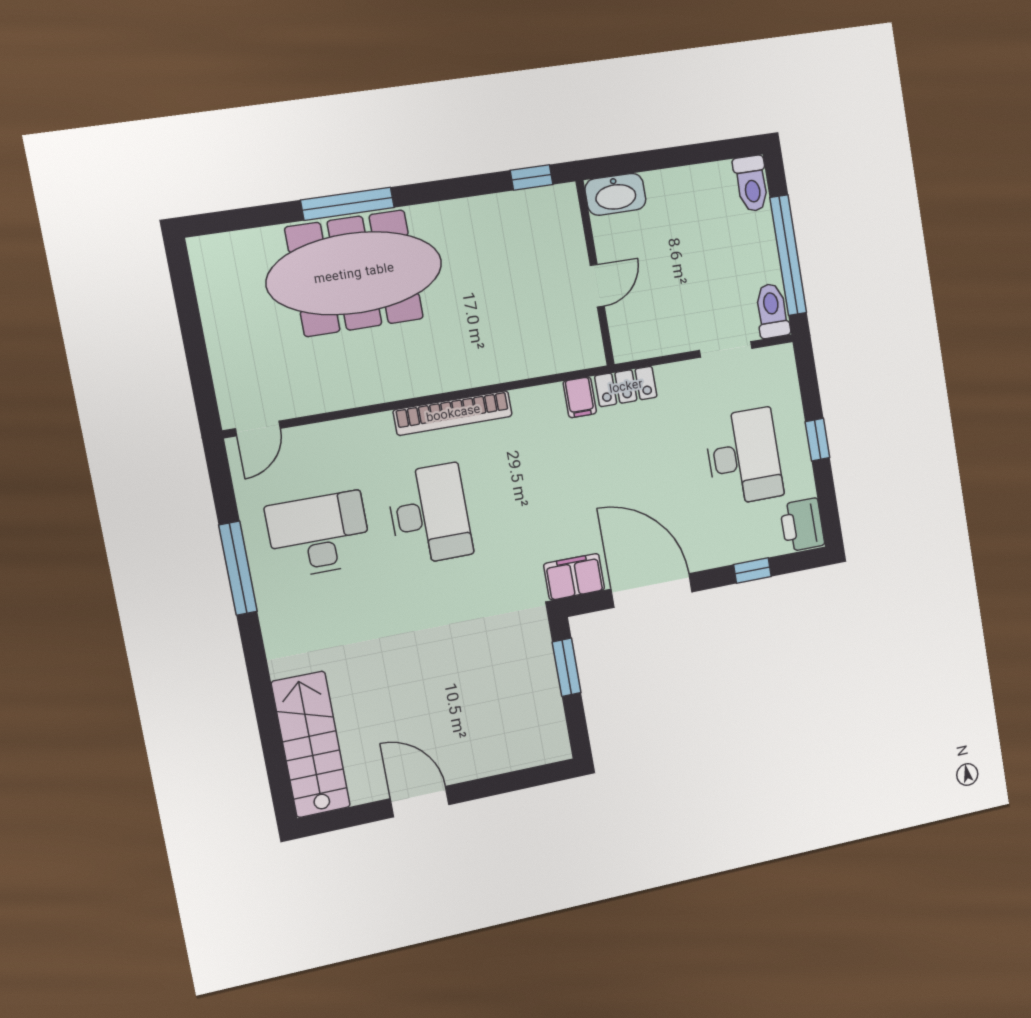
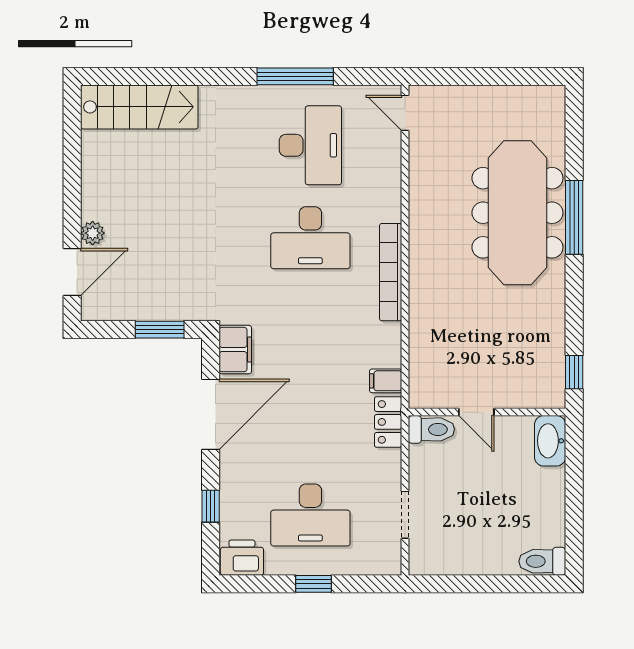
window: (788, 255) -> (477, 584), removed
toilet: (772, 311) -> (431, 429), moved
plant: (470, 767) -> (93, 233), added
door: (420, 802) -> (72, 272), moved

